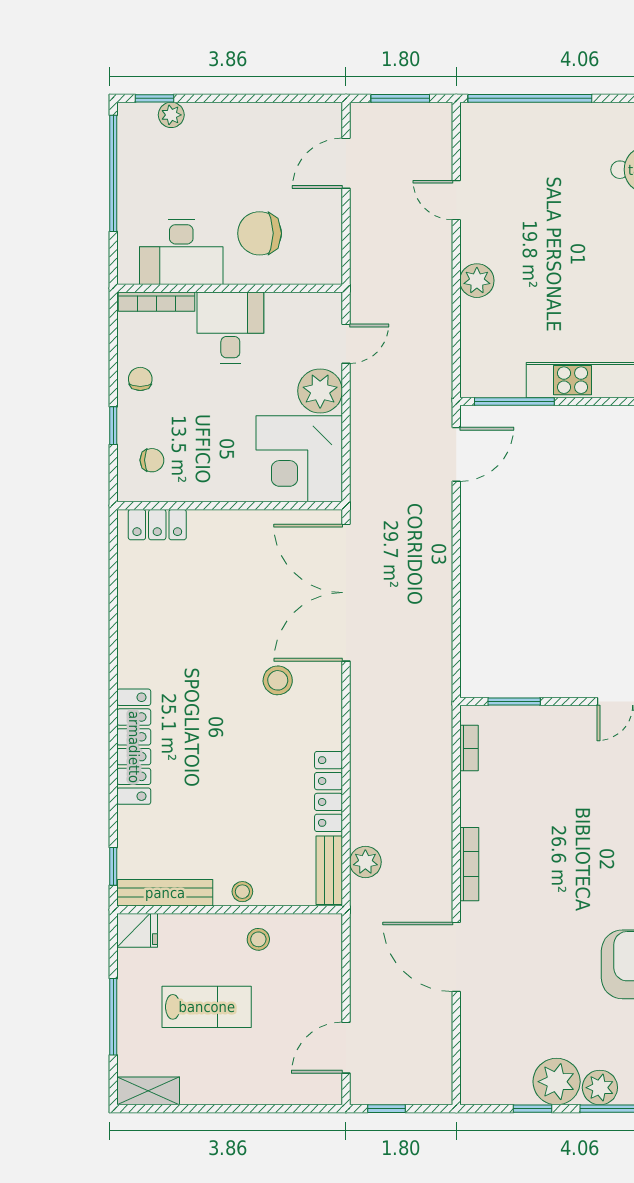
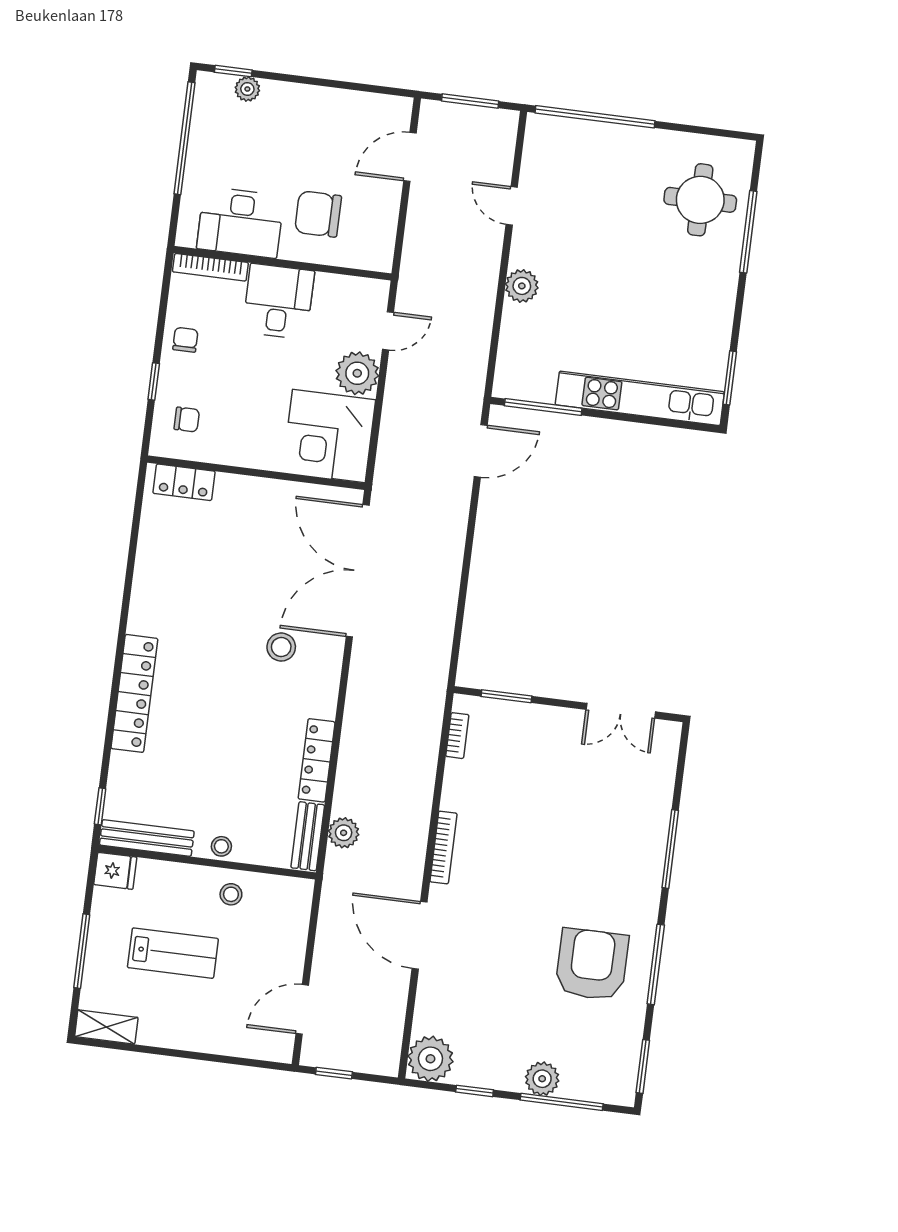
plant: (557, 1082) -> (430, 1059), moved

